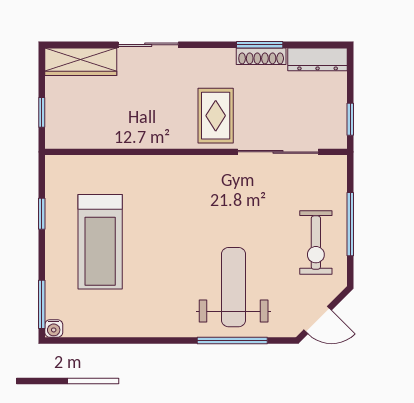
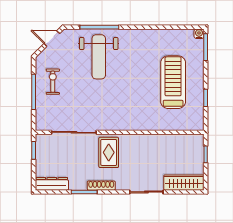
shoe rack: (261, 56) -> (101, 186), moved
exercise bike: (316, 243) -> (53, 82), width x0.73, depth x0.72

